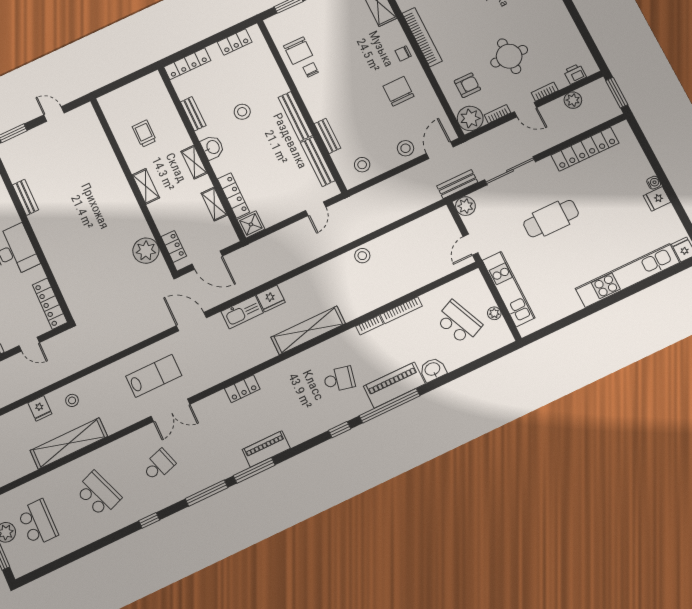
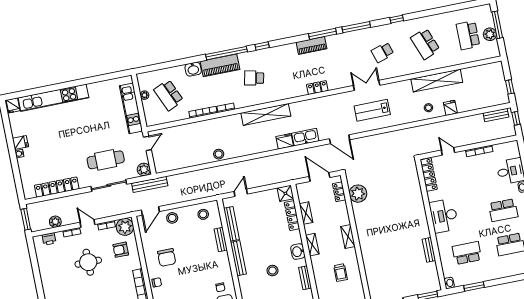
bench: (457, 184) -> (150, 184), width x1.36
cafe table: (551, 219) -> (106, 160), moved

